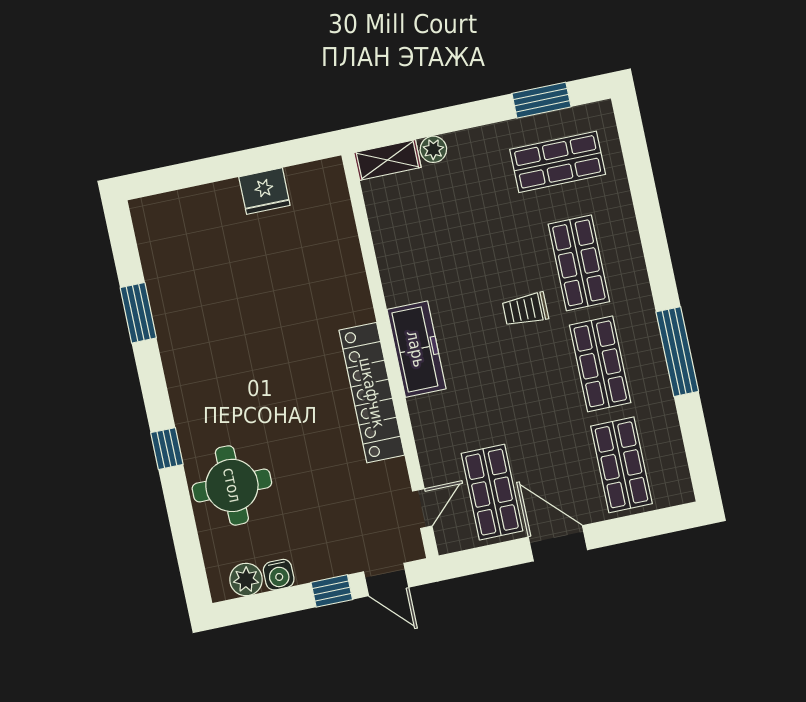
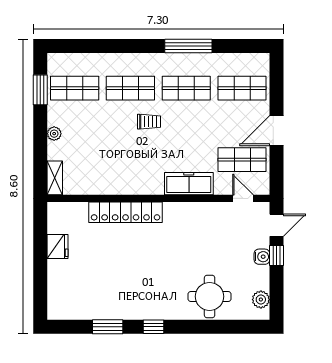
plant: (433, 149) -> (54, 134), moved
shop shelf: (558, 162) -> (75, 88), turned 90
trolley: (525, 309) -> (149, 122), turned -90
freezer: (416, 349) -> (189, 184), moved
locker: (372, 393) -> (126, 212), moved
window: (167, 449) -> (154, 327), moved
water cooler: (279, 575) -> (262, 257), moved

